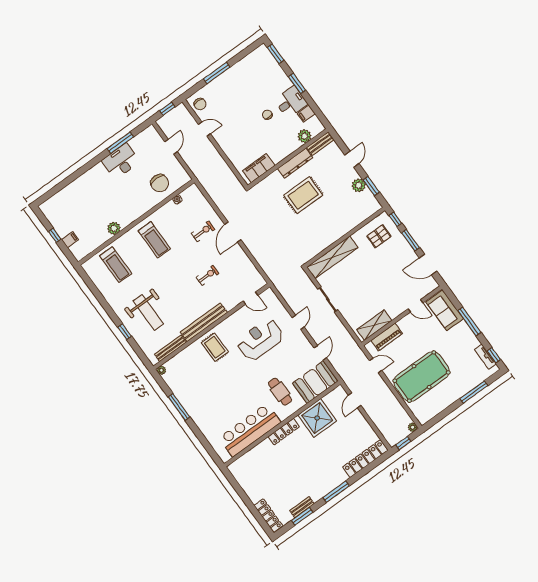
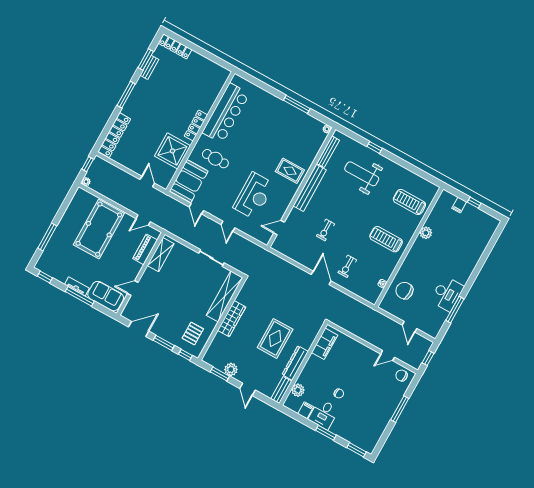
wardrobe: (336, 233) -> (232, 319), added
tv unit: (485, 357) -> (77, 286), moved

